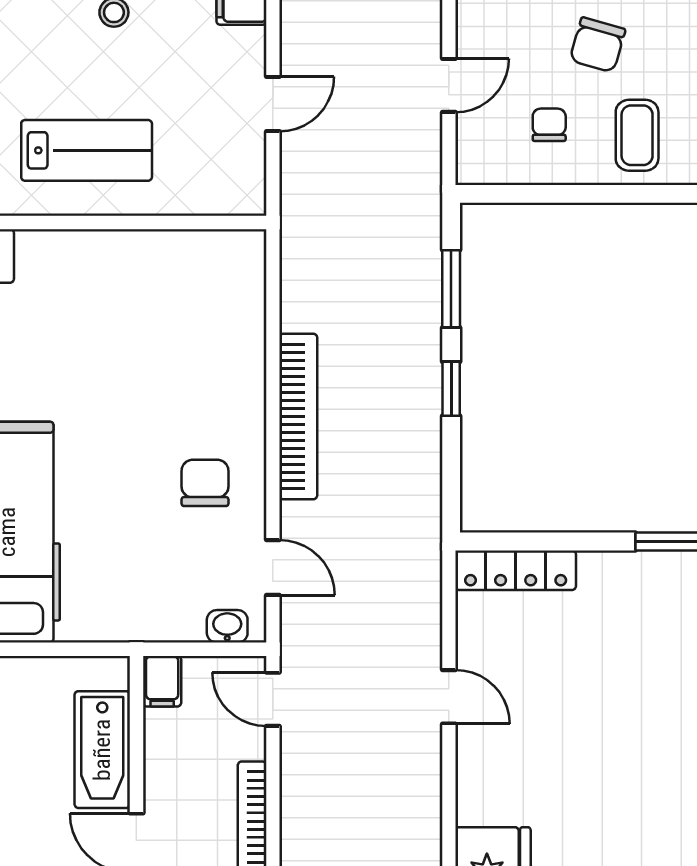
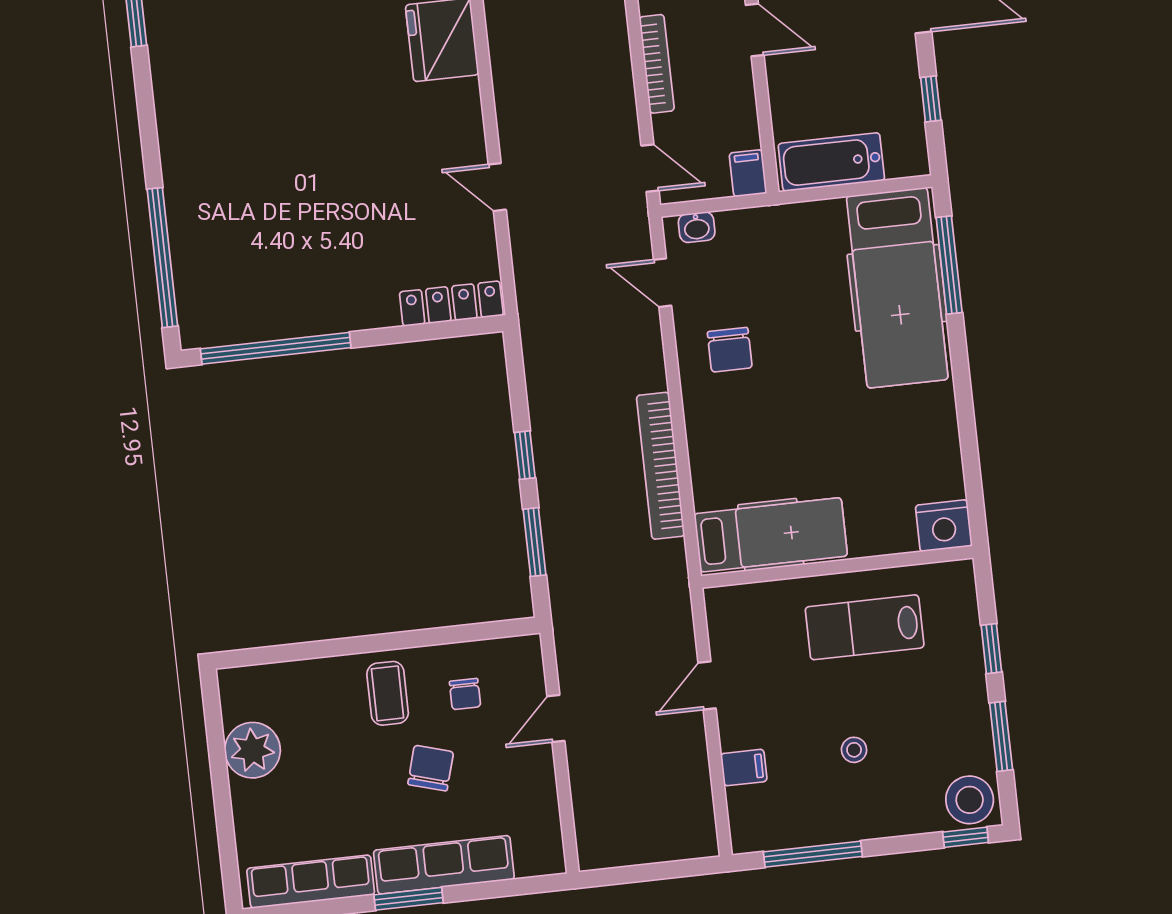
hospital bed: (182, 267) -> (771, 535), added
bookcase: (298, 416) -> (660, 466), moved
bathtub: (102, 750) -> (831, 162), moved, turned -90

